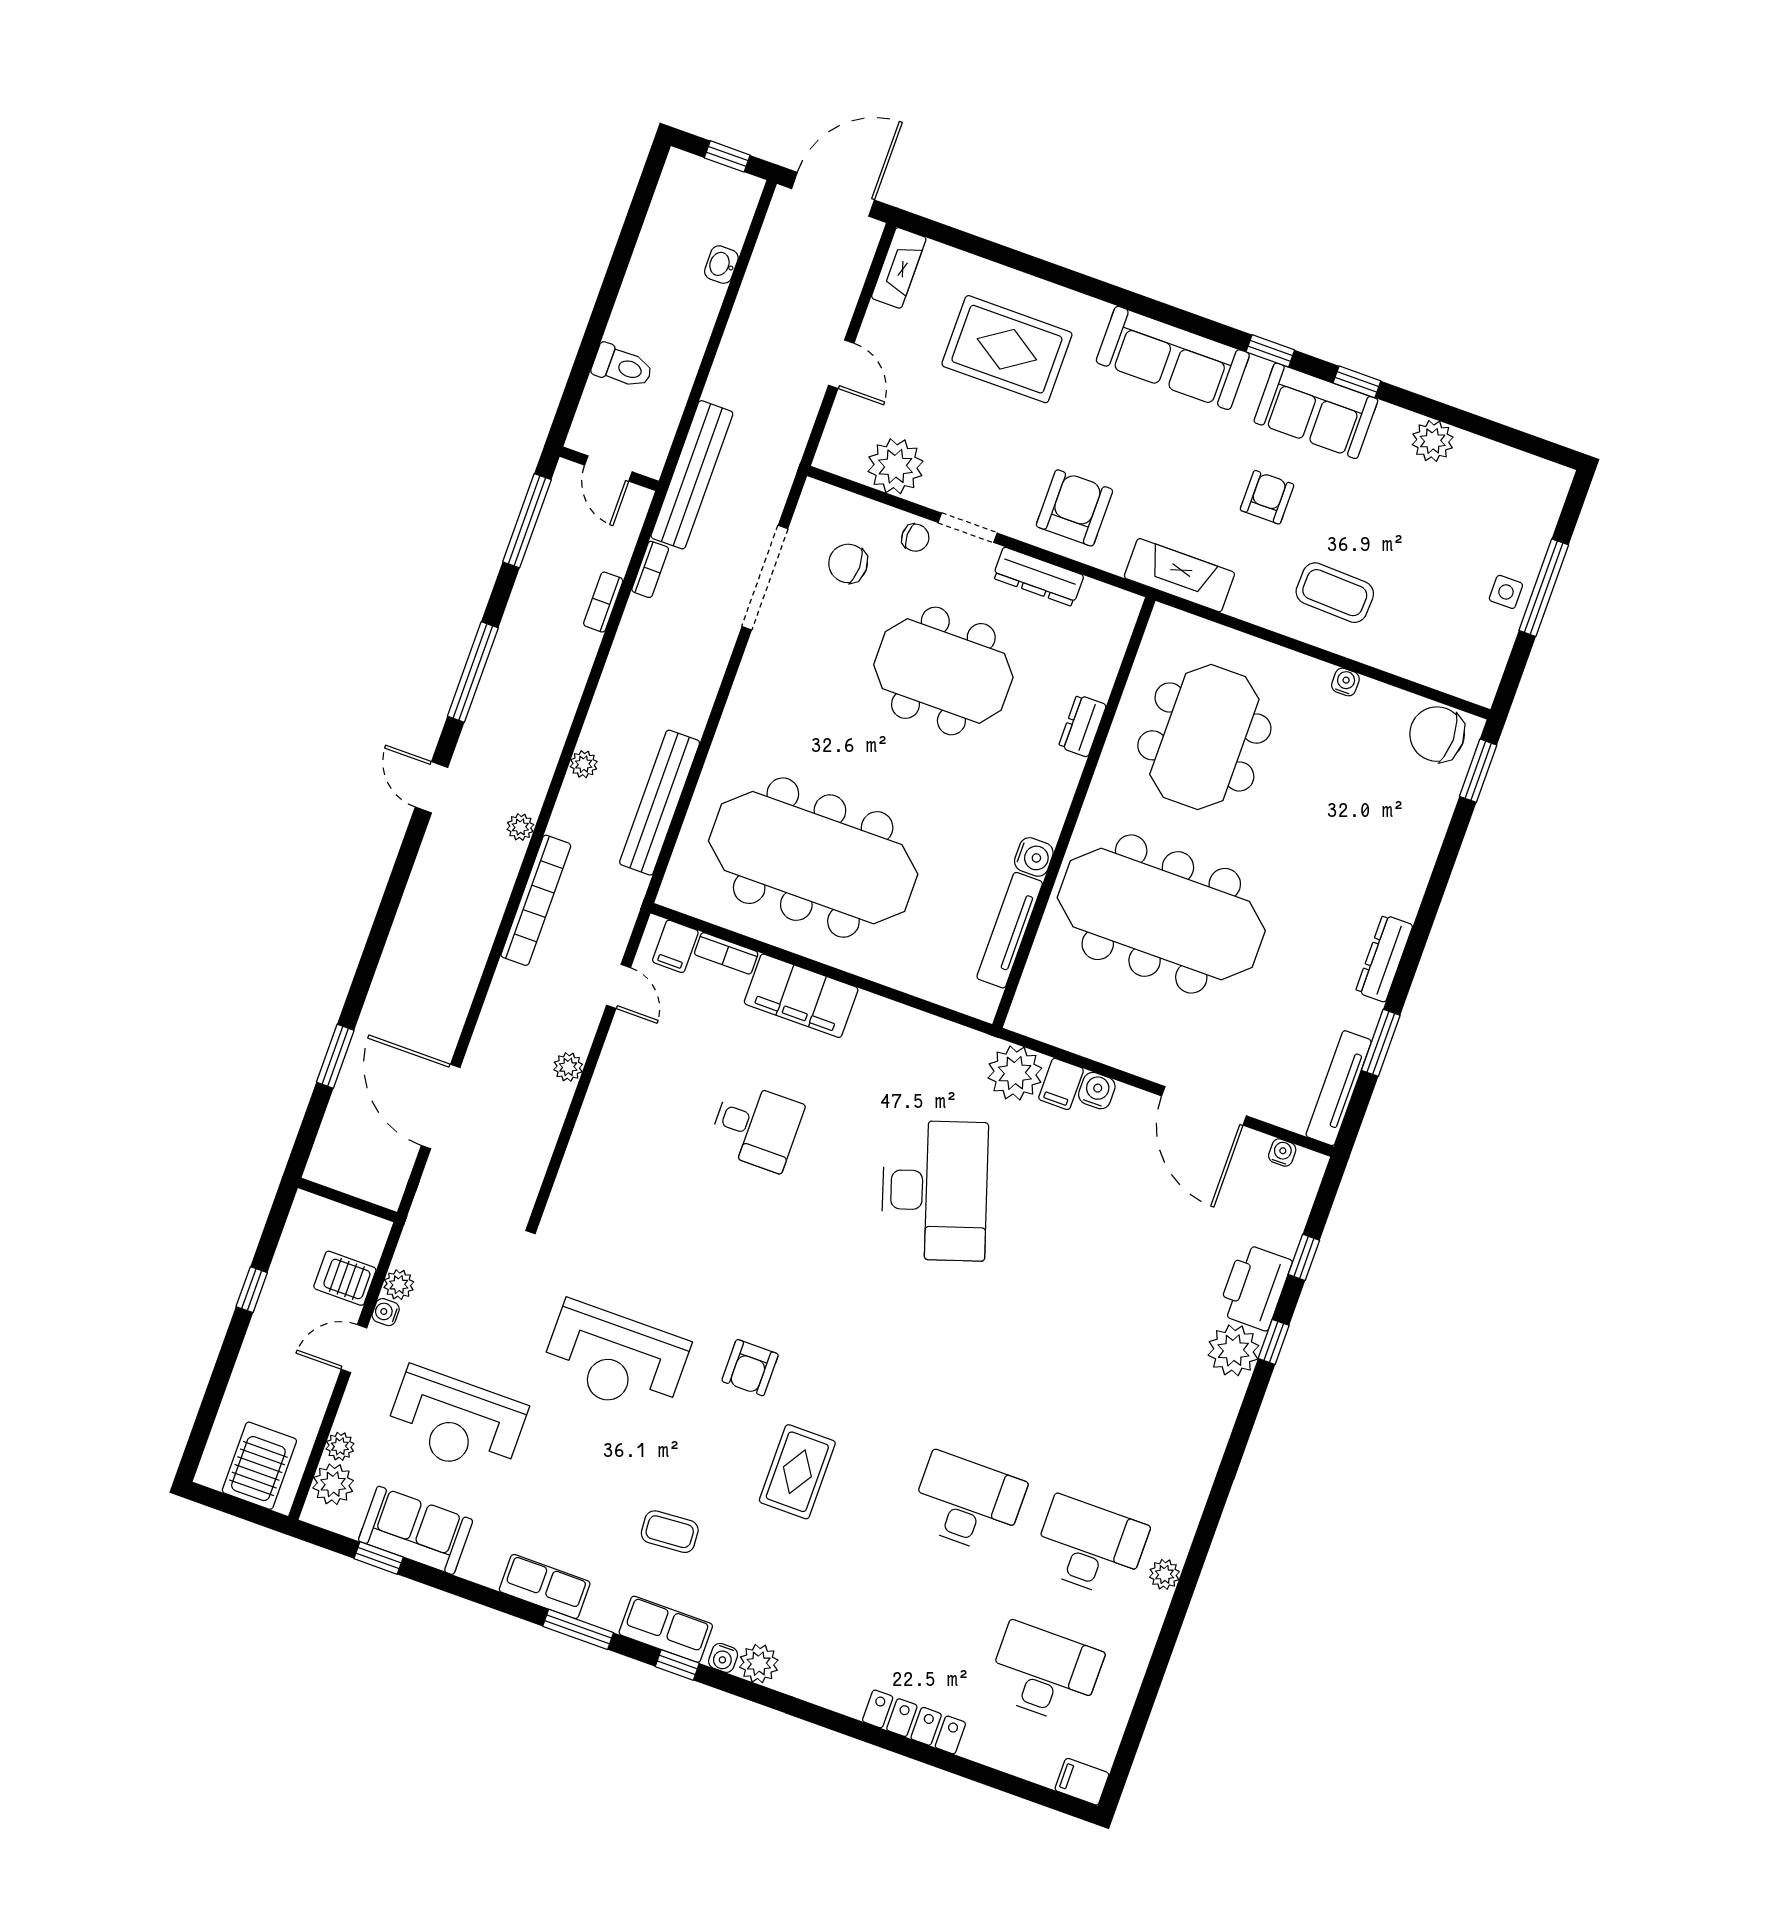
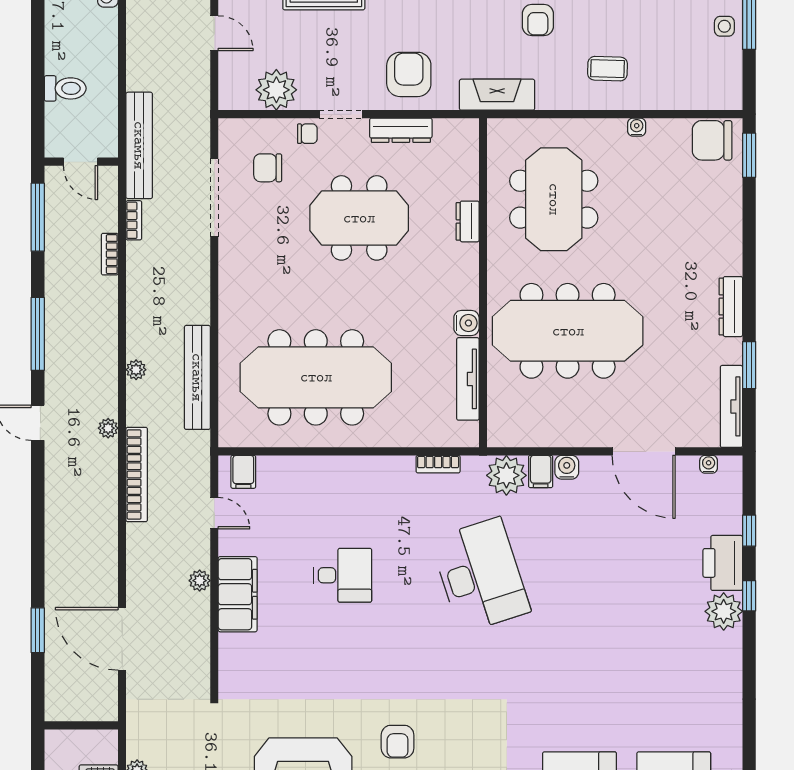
armchair: (1267, 497) -> (538, 20), turned 180
coffee table: (1335, 593) -> (608, 69), width x0.73, depth x0.77
bookcase: (726, 953) -> (438, 464), moved
filing cabinet: (801, 996) -> (238, 594), moved, turned -90

